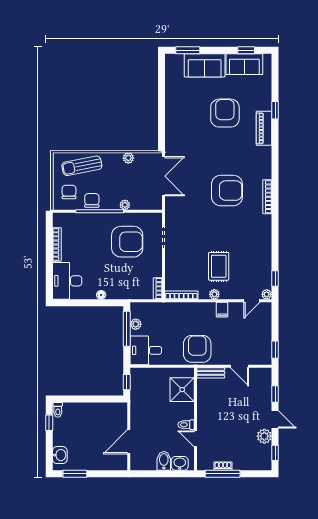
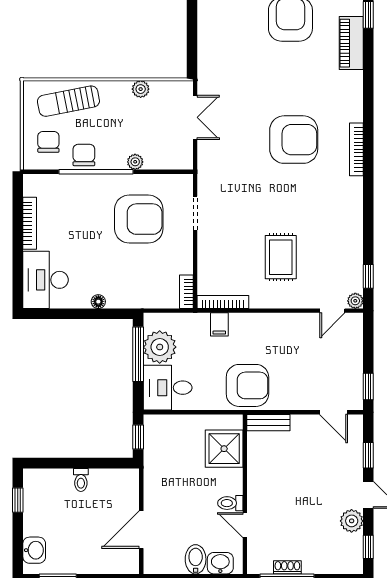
double door: (163, 176) -> (195, 117), width x0.73
plant: (214, 294) -> (274, 301), removed
filing cabinet: (222, 310) -> (219, 324), moved
plant: (136, 324) -> (160, 347), width x1.88, depth x1.88
armchair: (197, 349) -> (247, 385), turned 90
door: (239, 366) -> (333, 412), moved
toilet: (58, 410) -> (81, 480), moved

